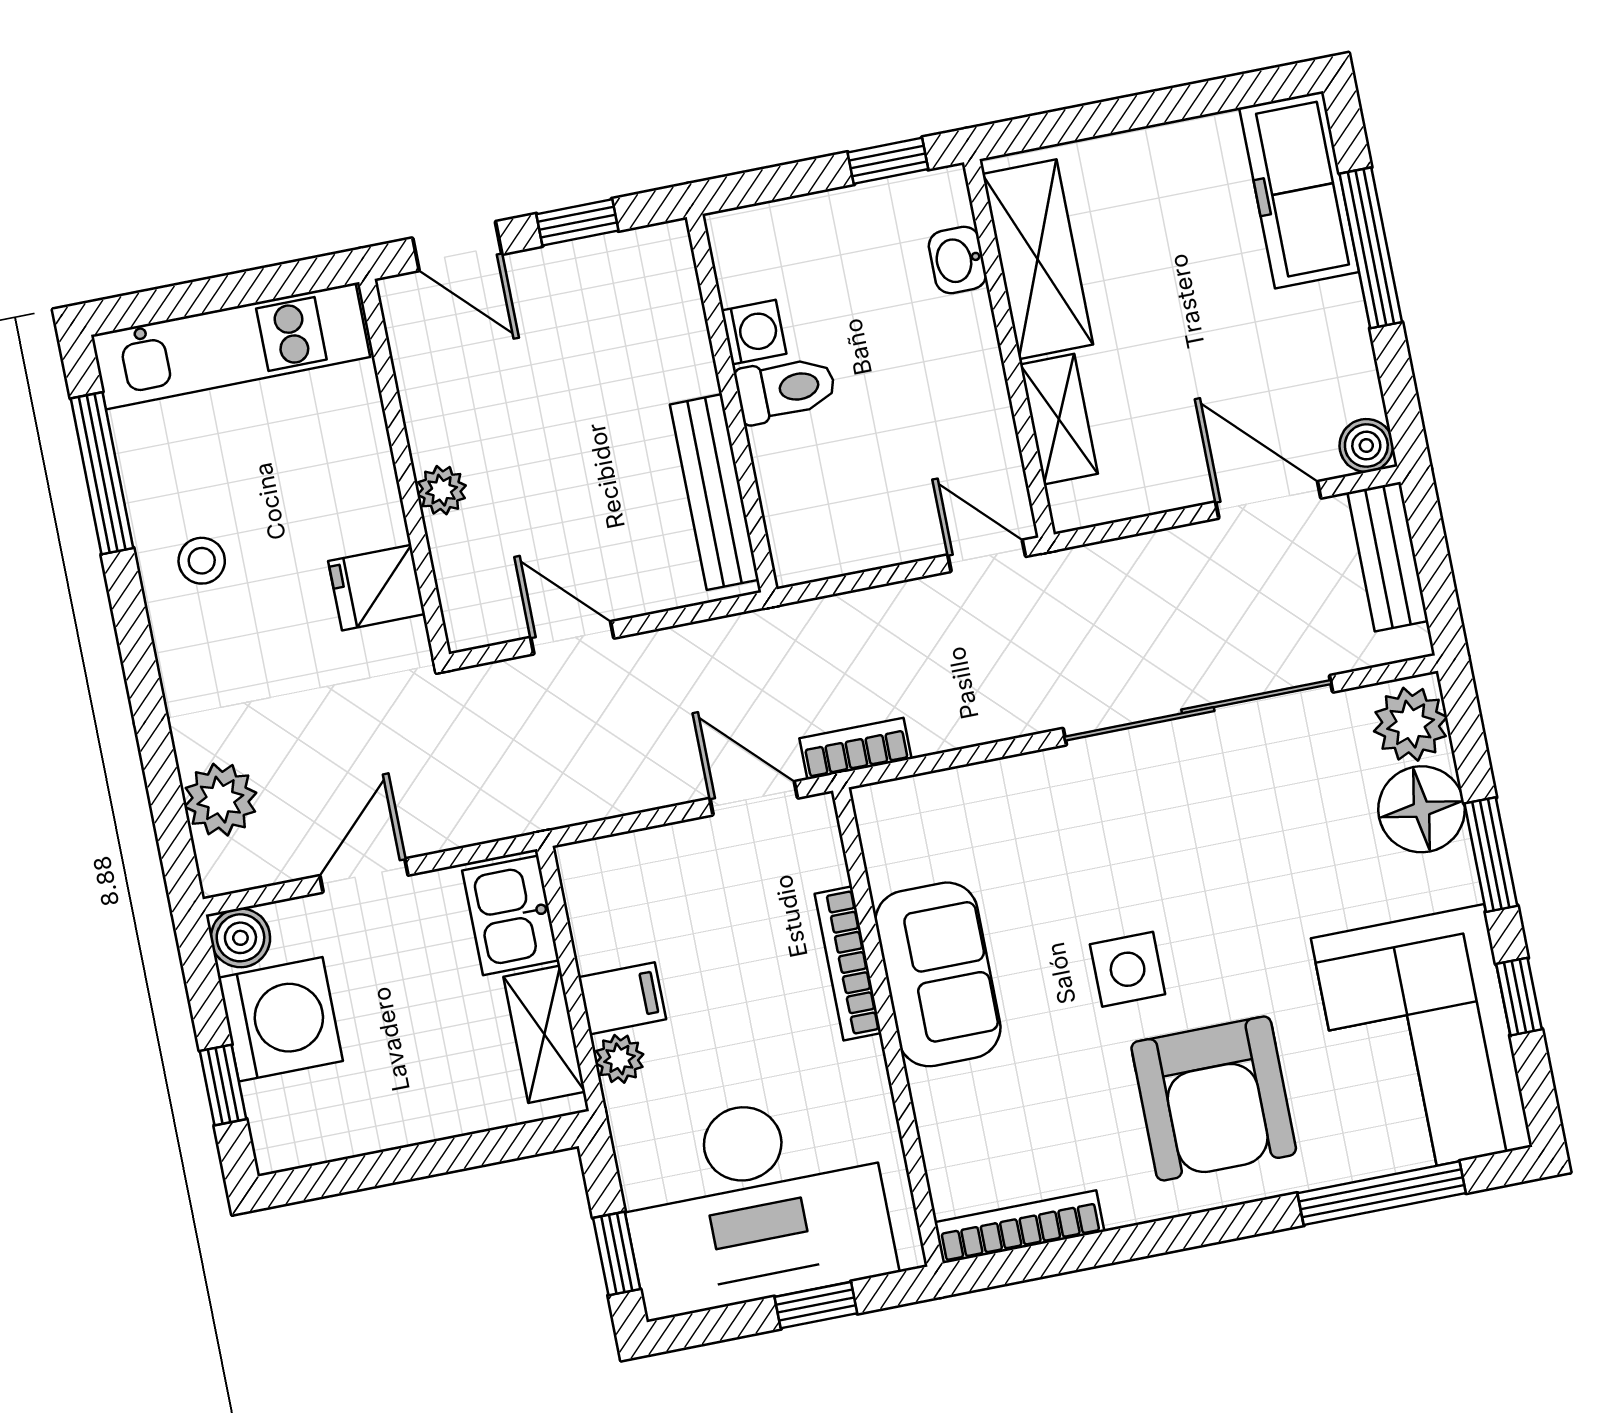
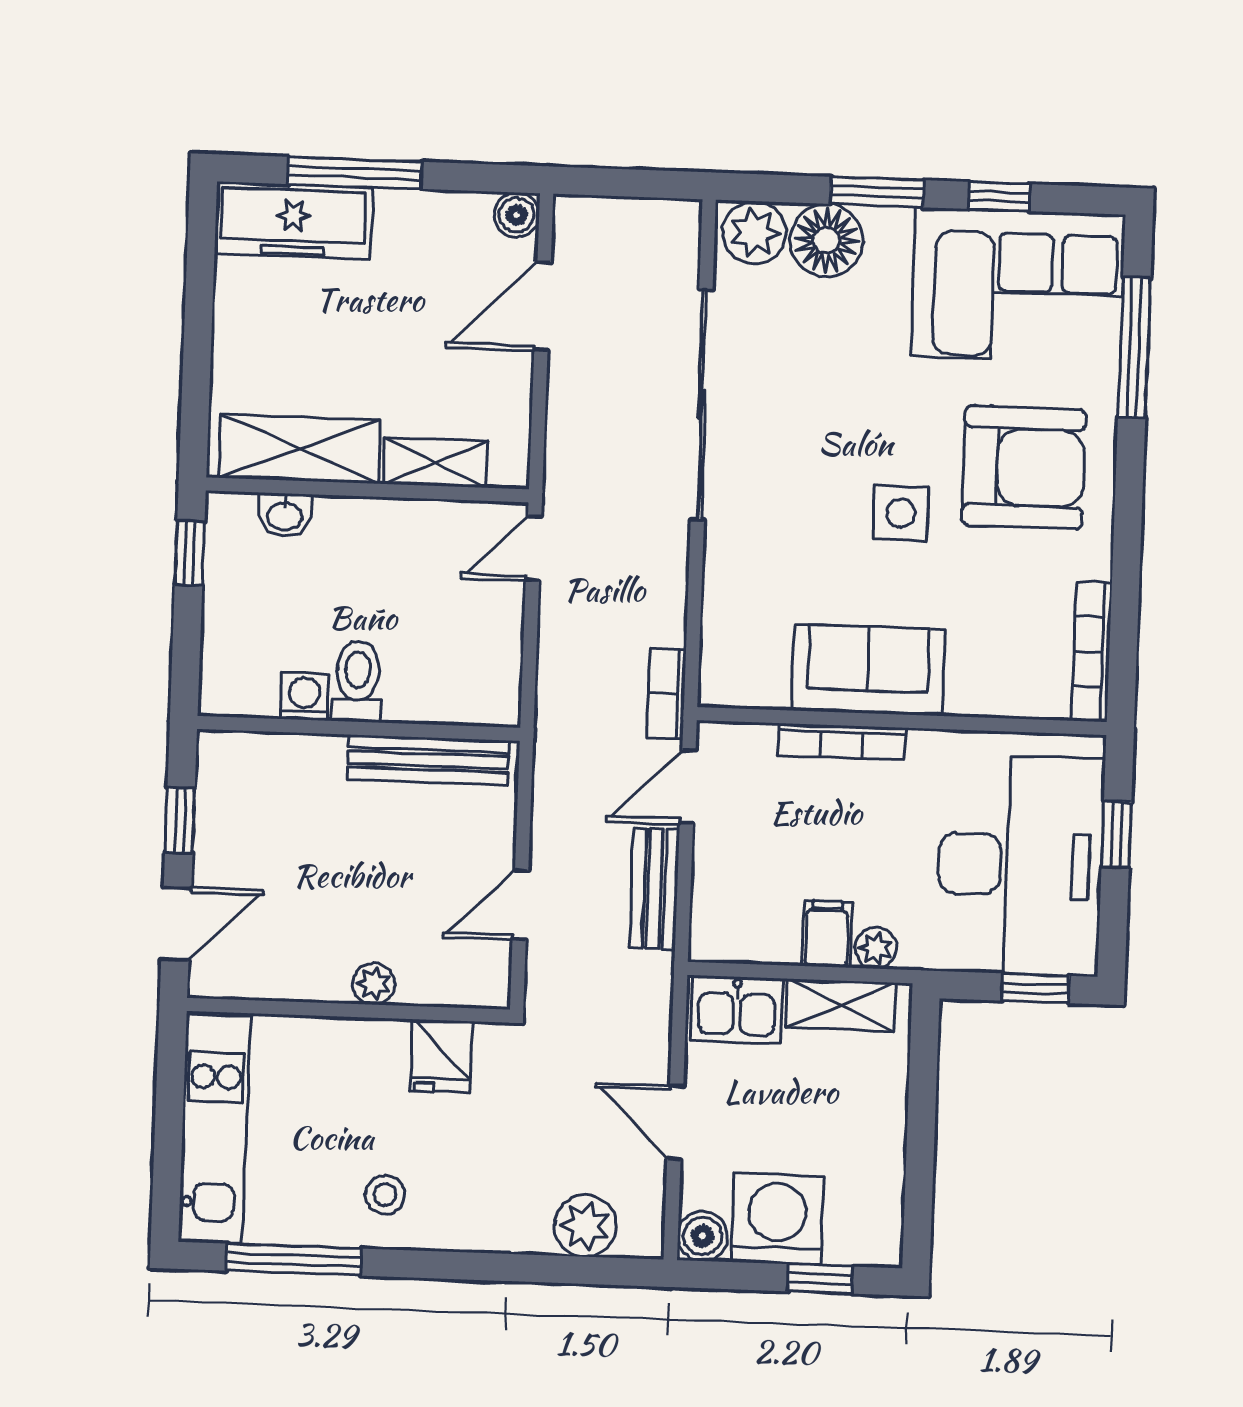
bench: (1388, 557) -> (654, 889), moved, turned 90

